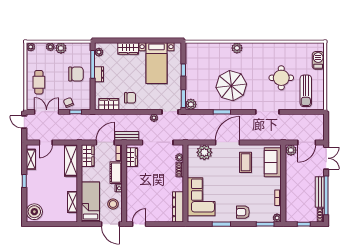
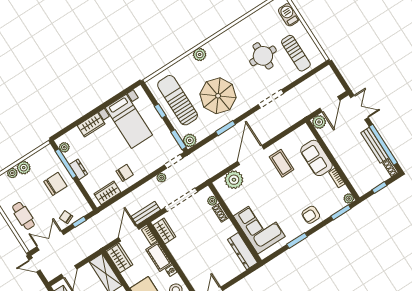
sun lounger: (201, 70) -> (178, 100), added
sofa: (273, 162) -> (317, 158), moved

